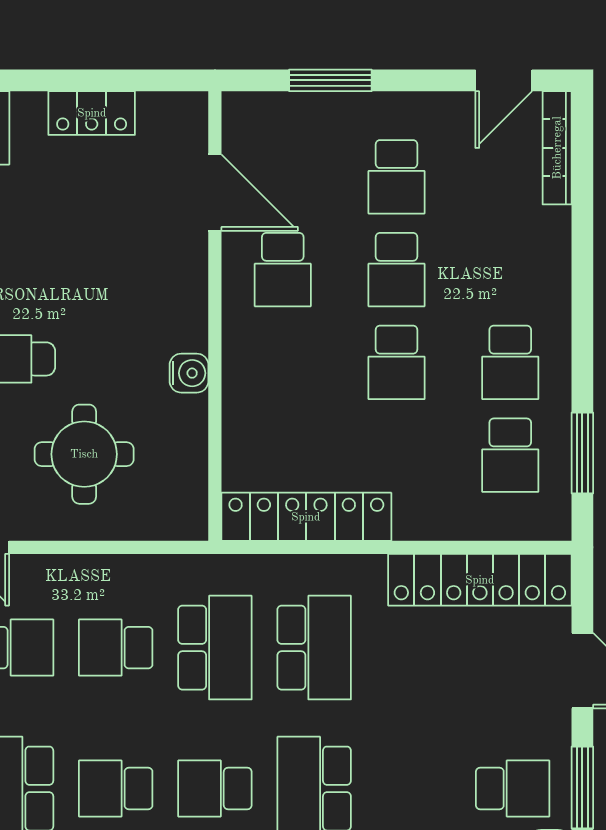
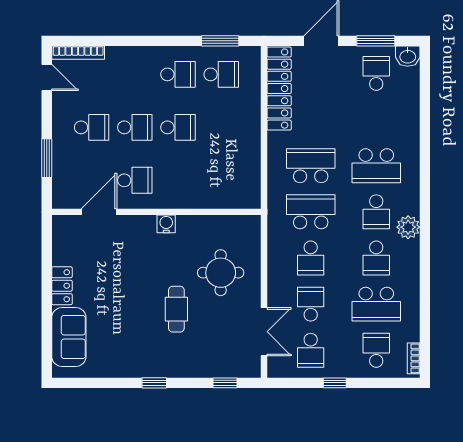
locker: (92, 113) -> (62, 286), moved
water cooler: (189, 373) -> (166, 224), moved
locker: (306, 517) -> (250, 169), removed

